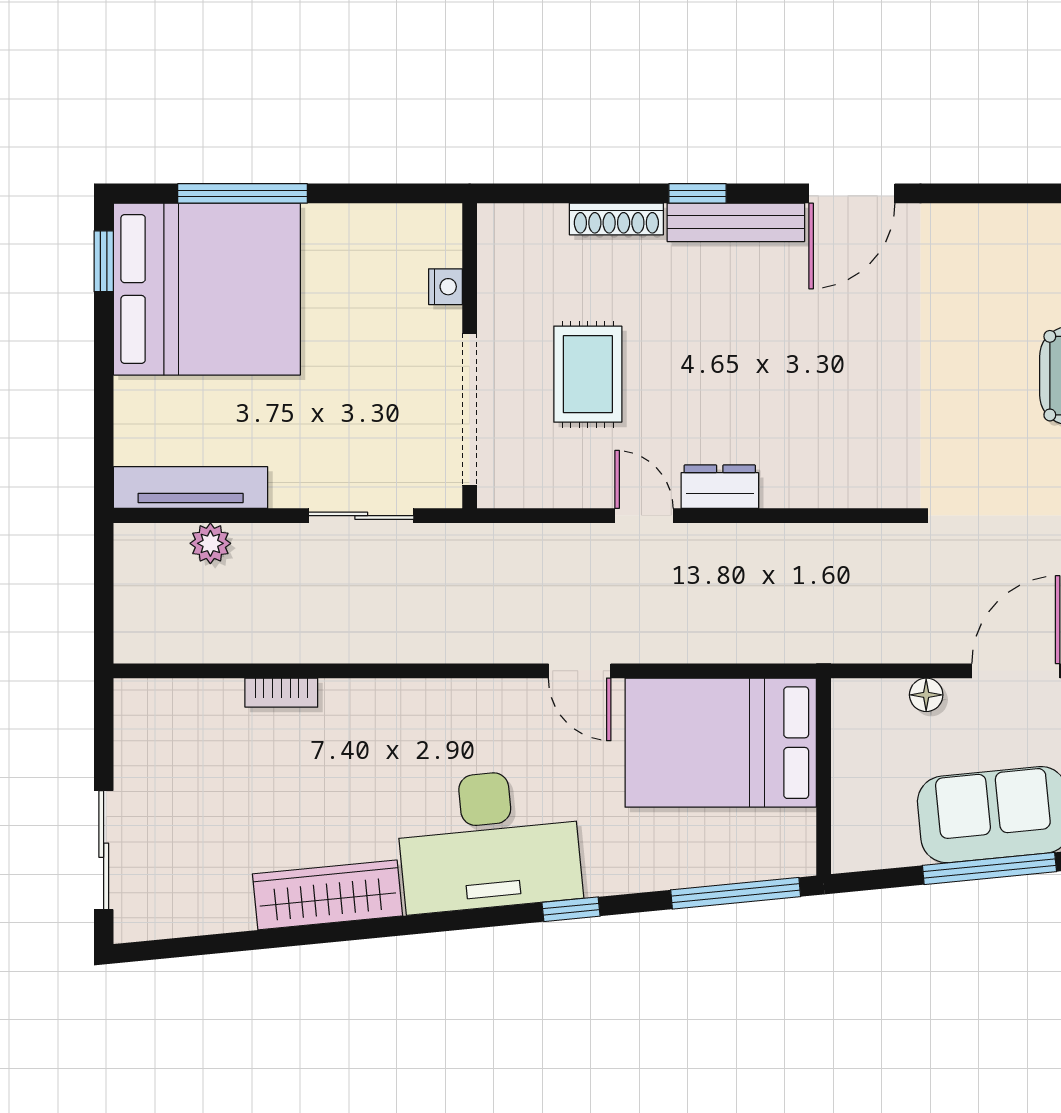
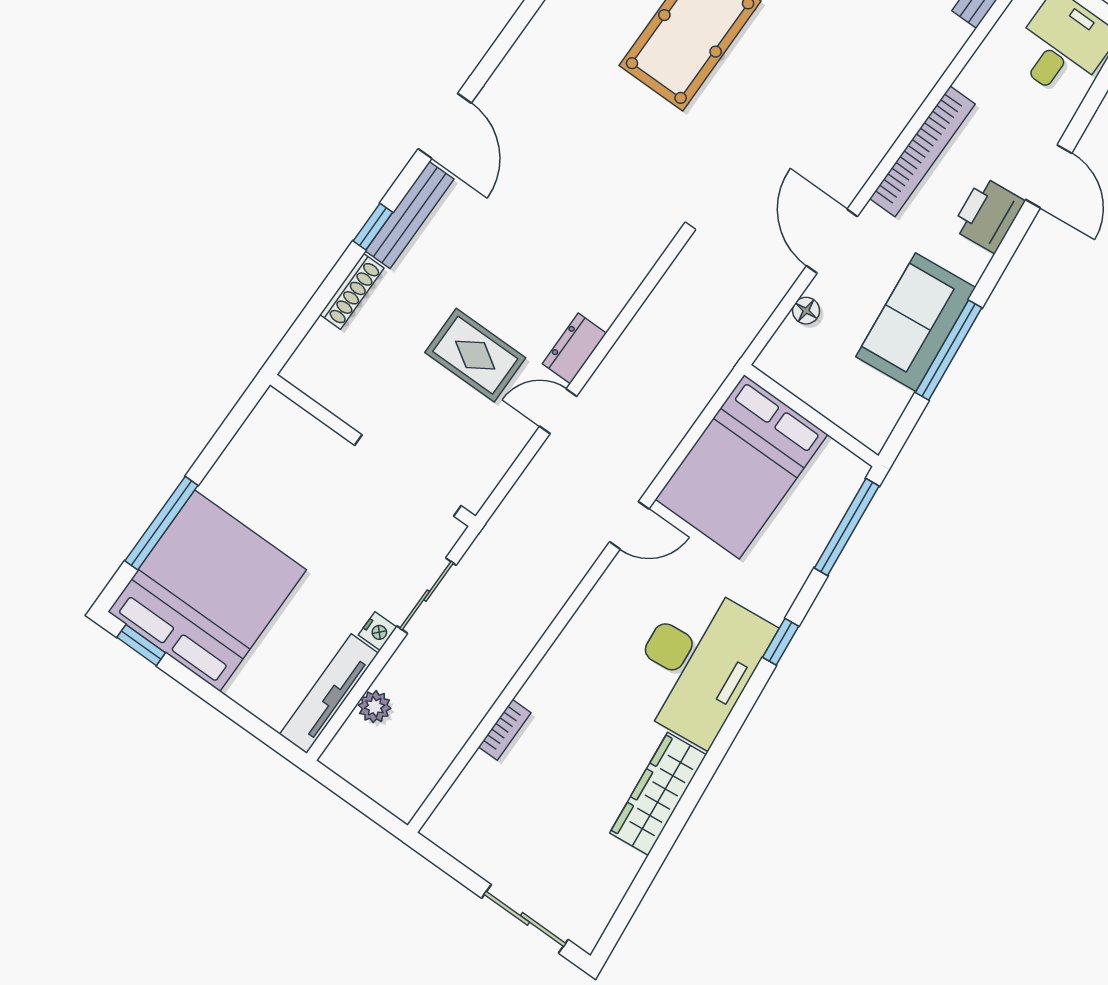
nightstand: (446, 287) -> (378, 631), moved, turned 90
rug: (588, 374) -> (475, 355), moved

